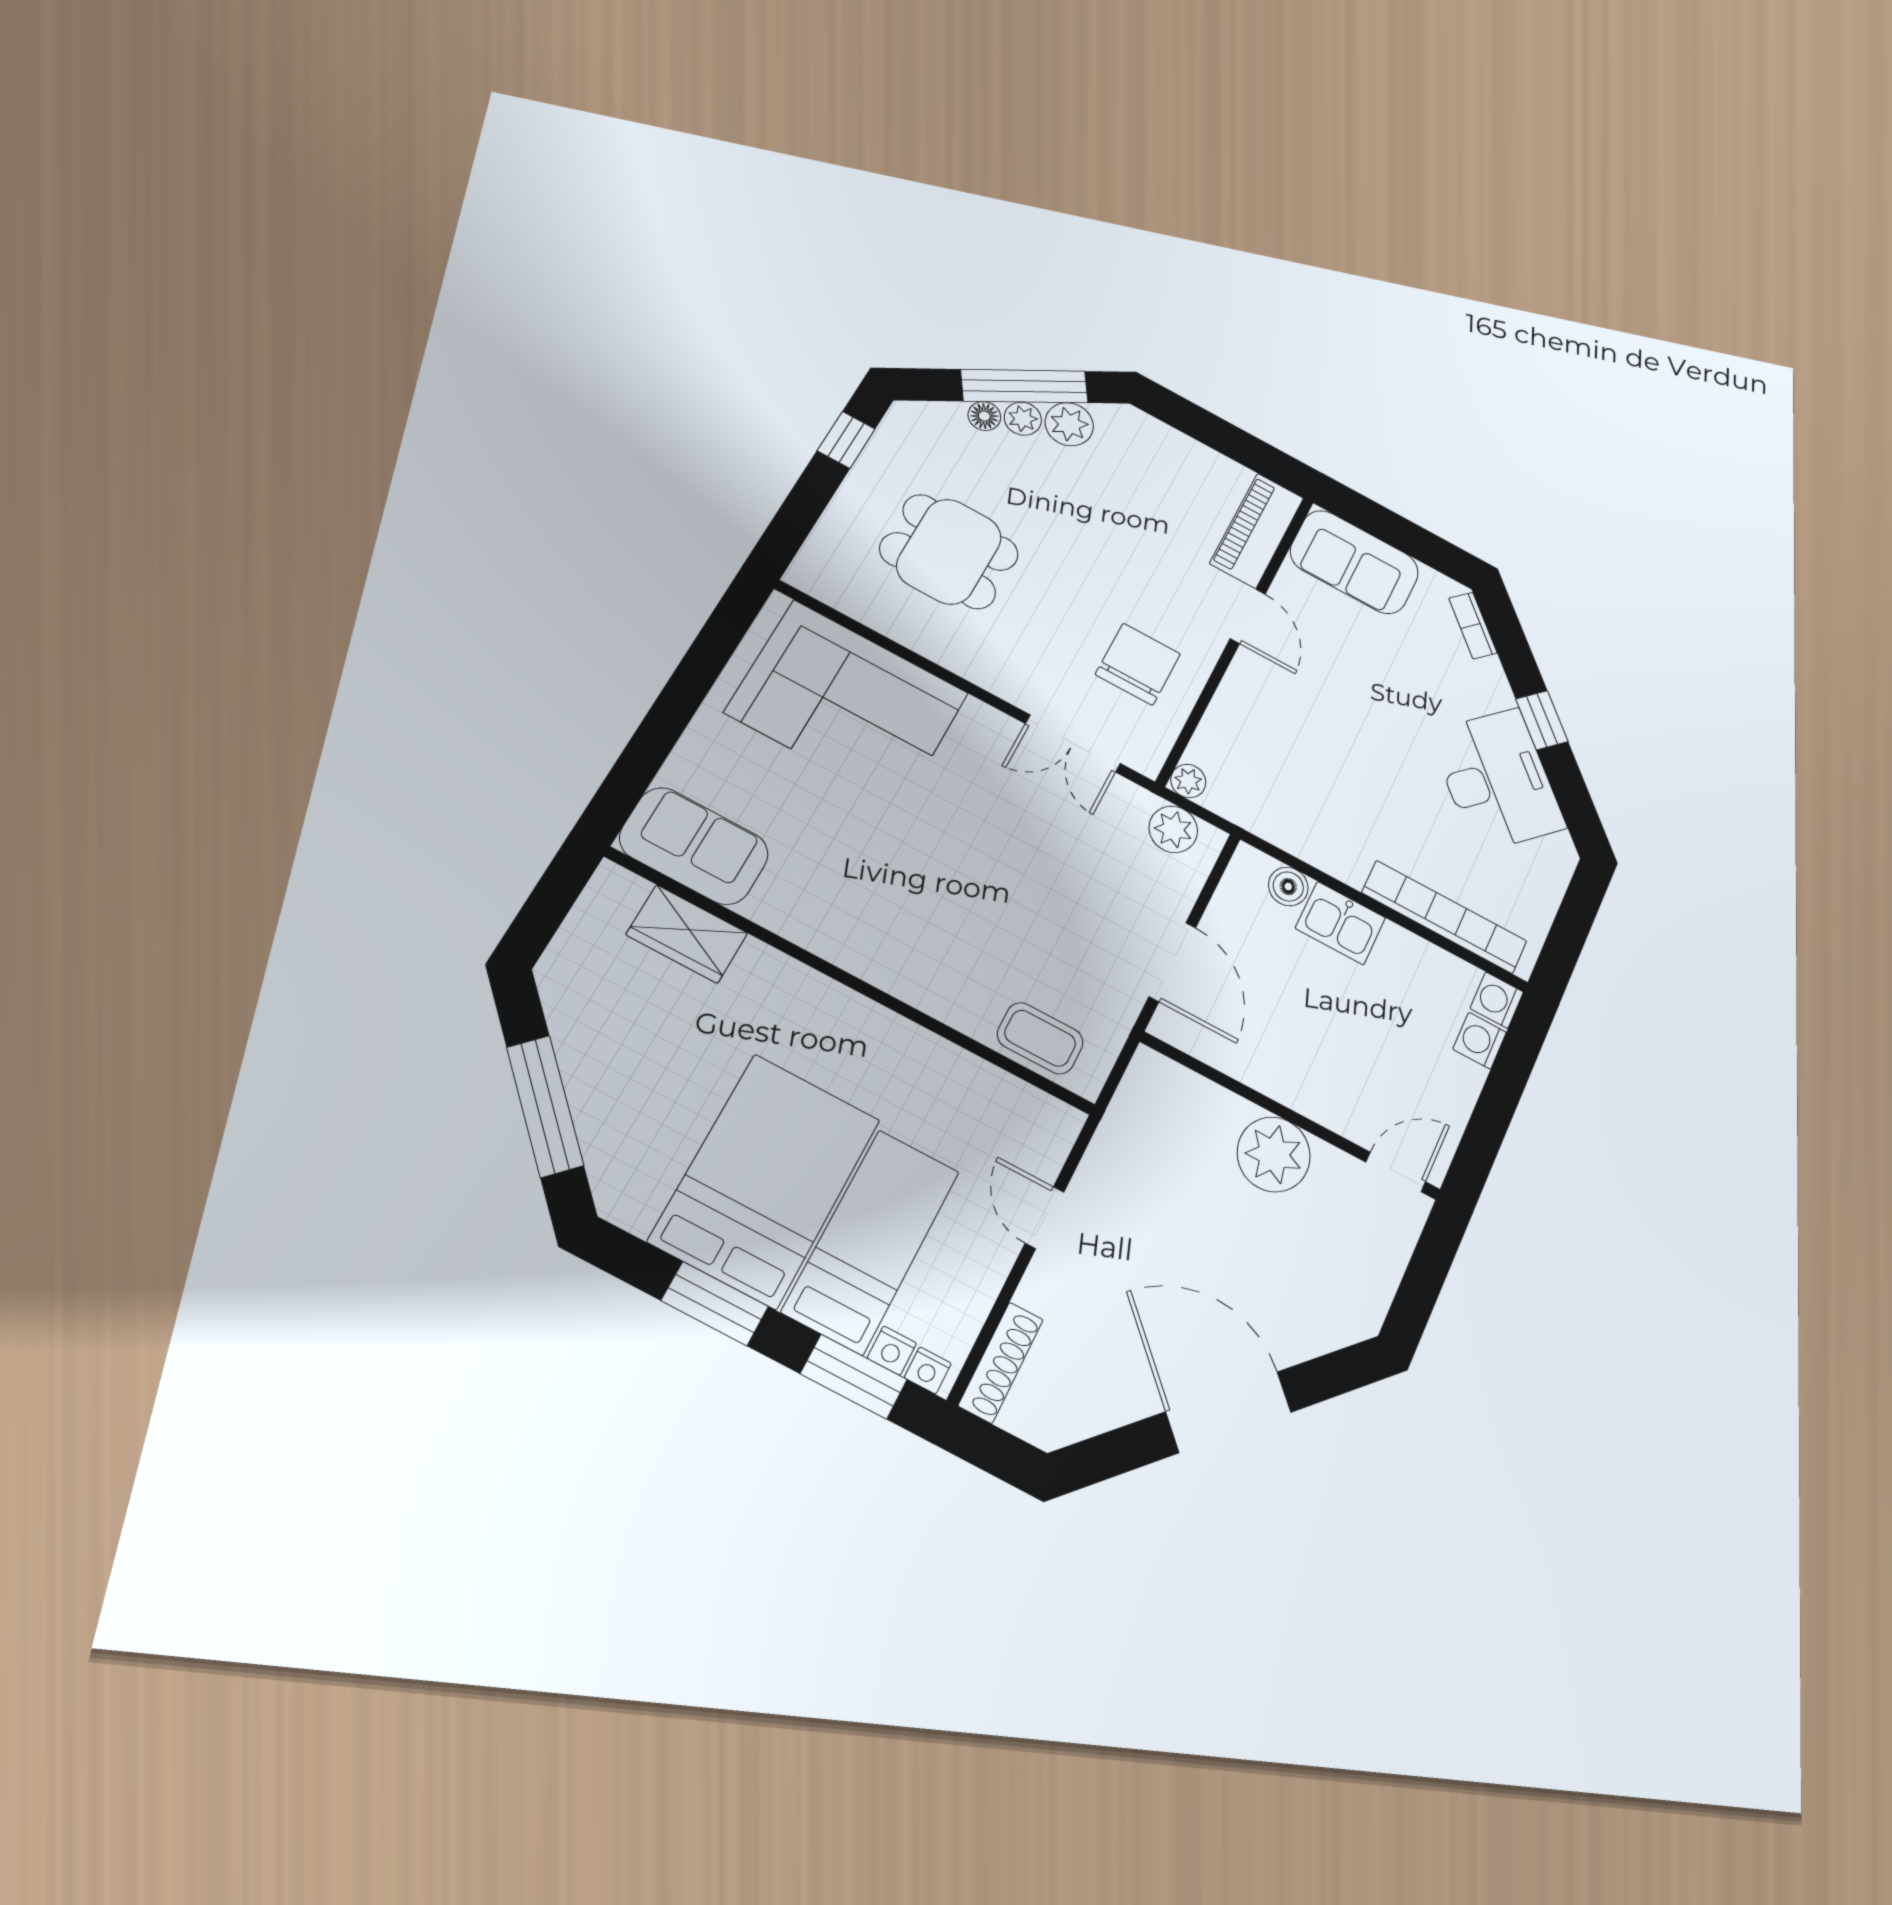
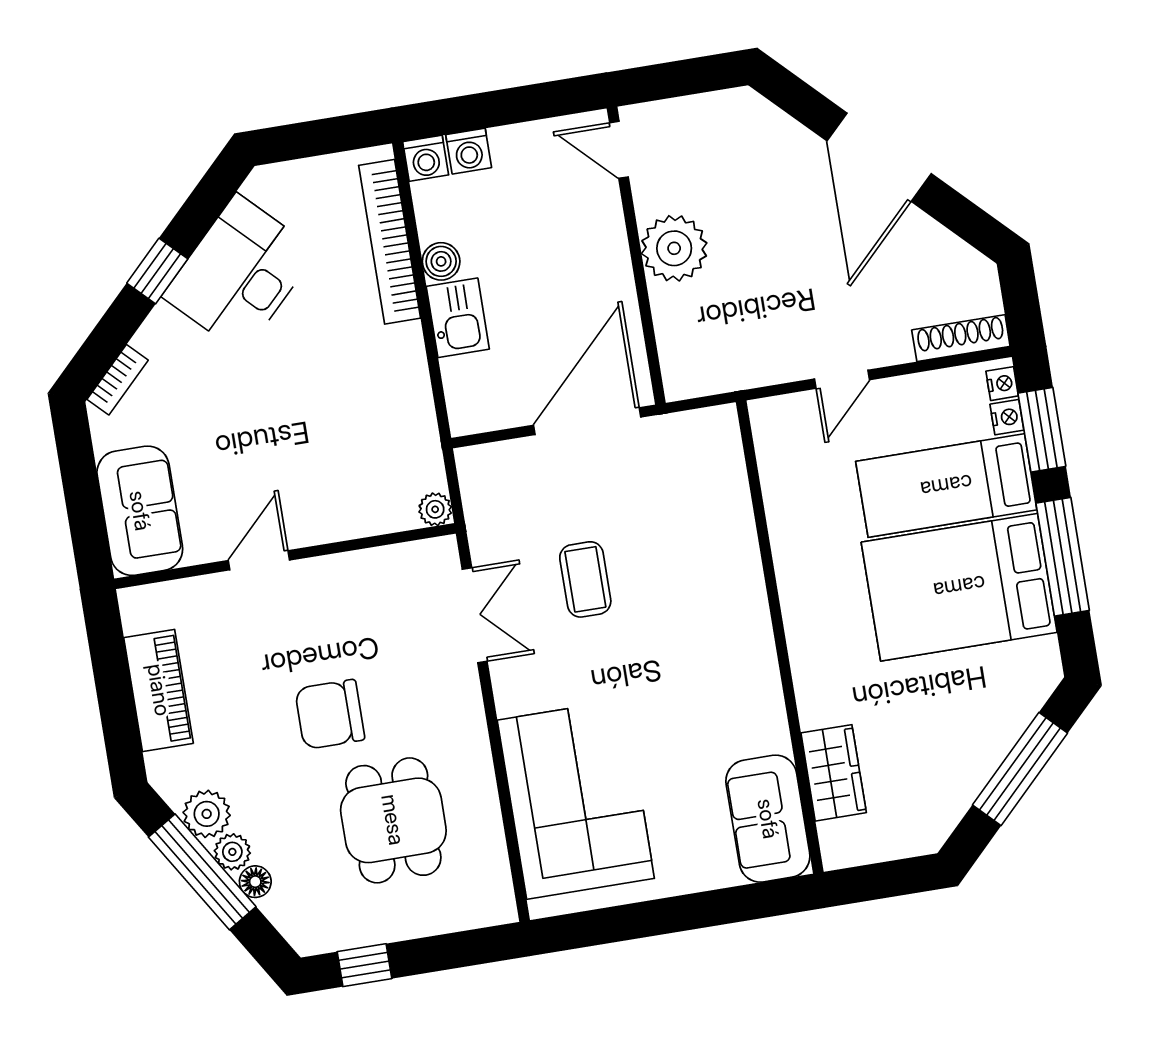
piano: (1257, 531) -> (159, 690), moved, turned -90
chair: (1138, 664) -> (330, 714), moved
plant: (1173, 829) -> (483, 493), removed
boiler: (1288, 887) -> (441, 261), moved
door: (1173, 962) -> (587, 421), width x1.36
coffee table: (1040, 1038) -> (585, 579), moved
window: (715, 1304) -> (1063, 557), width x1.44

